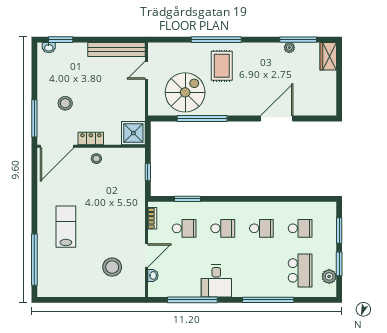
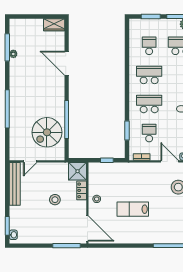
wardrobe: (328, 56) -> (54, 25), moved
rug: (222, 66) -> (27, 105), removed
door: (147, 70) -> (30, 161), hinge flipped
spiral stairs: (185, 92) -> (47, 132), turned -90
stool: (65, 103) -> (55, 200), moved
locker: (91, 138) -> (82, 190), moved
lab bench: (66, 227) -> (133, 209), moved
school desk: (223, 228) -> (149, 104), width x1.85
school desk: (261, 228) -> (149, 75), width x1.85

